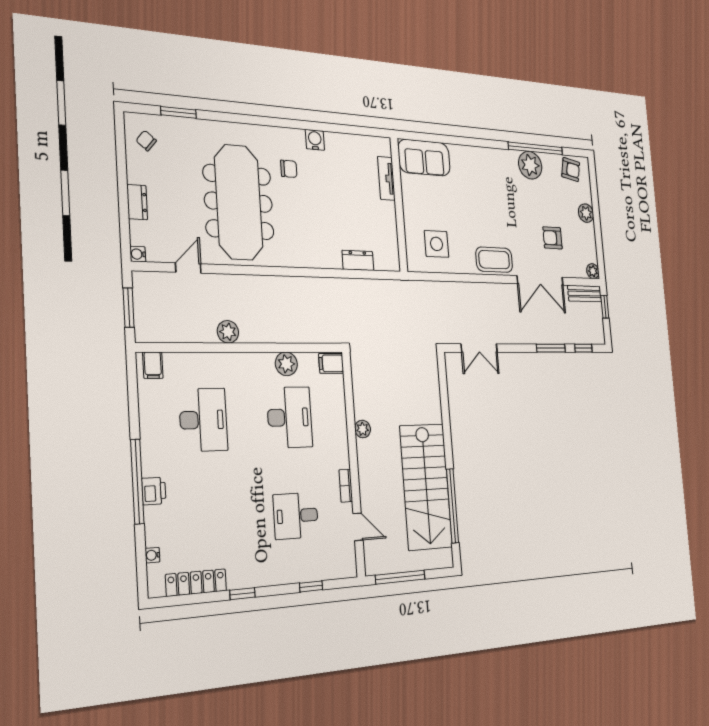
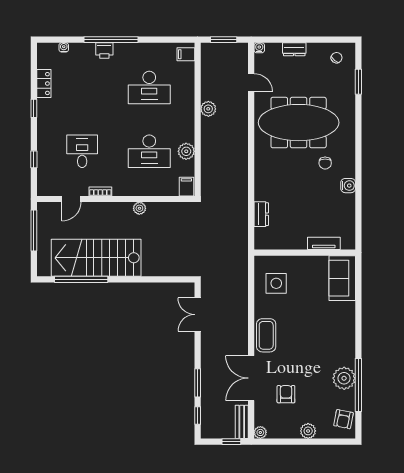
locker: (196, 583) -> (44, 84), width x0.66

